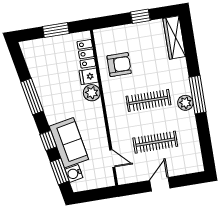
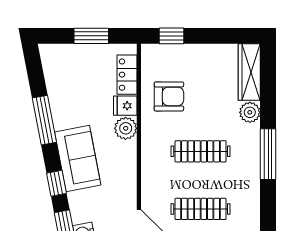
window: (140, 16) -> (171, 36), moved
plant: (185, 103) -> (250, 112), moved
sofa: (69, 143) -> (78, 159), moved

